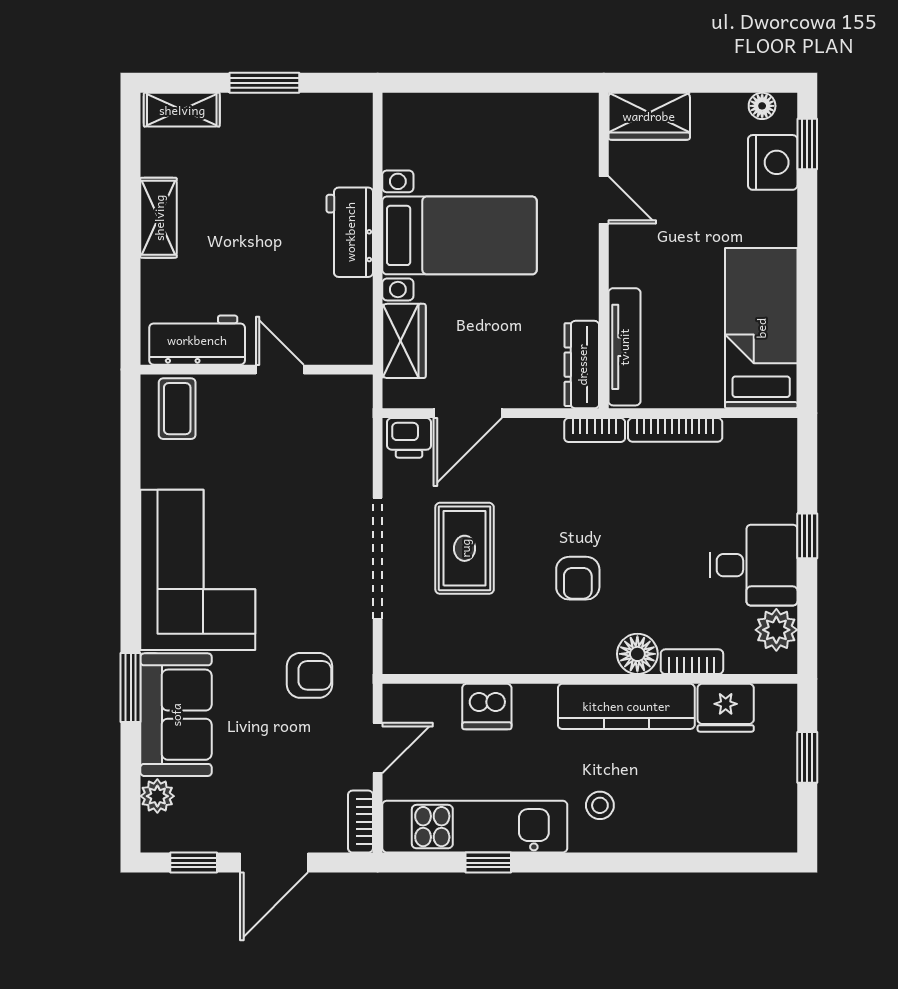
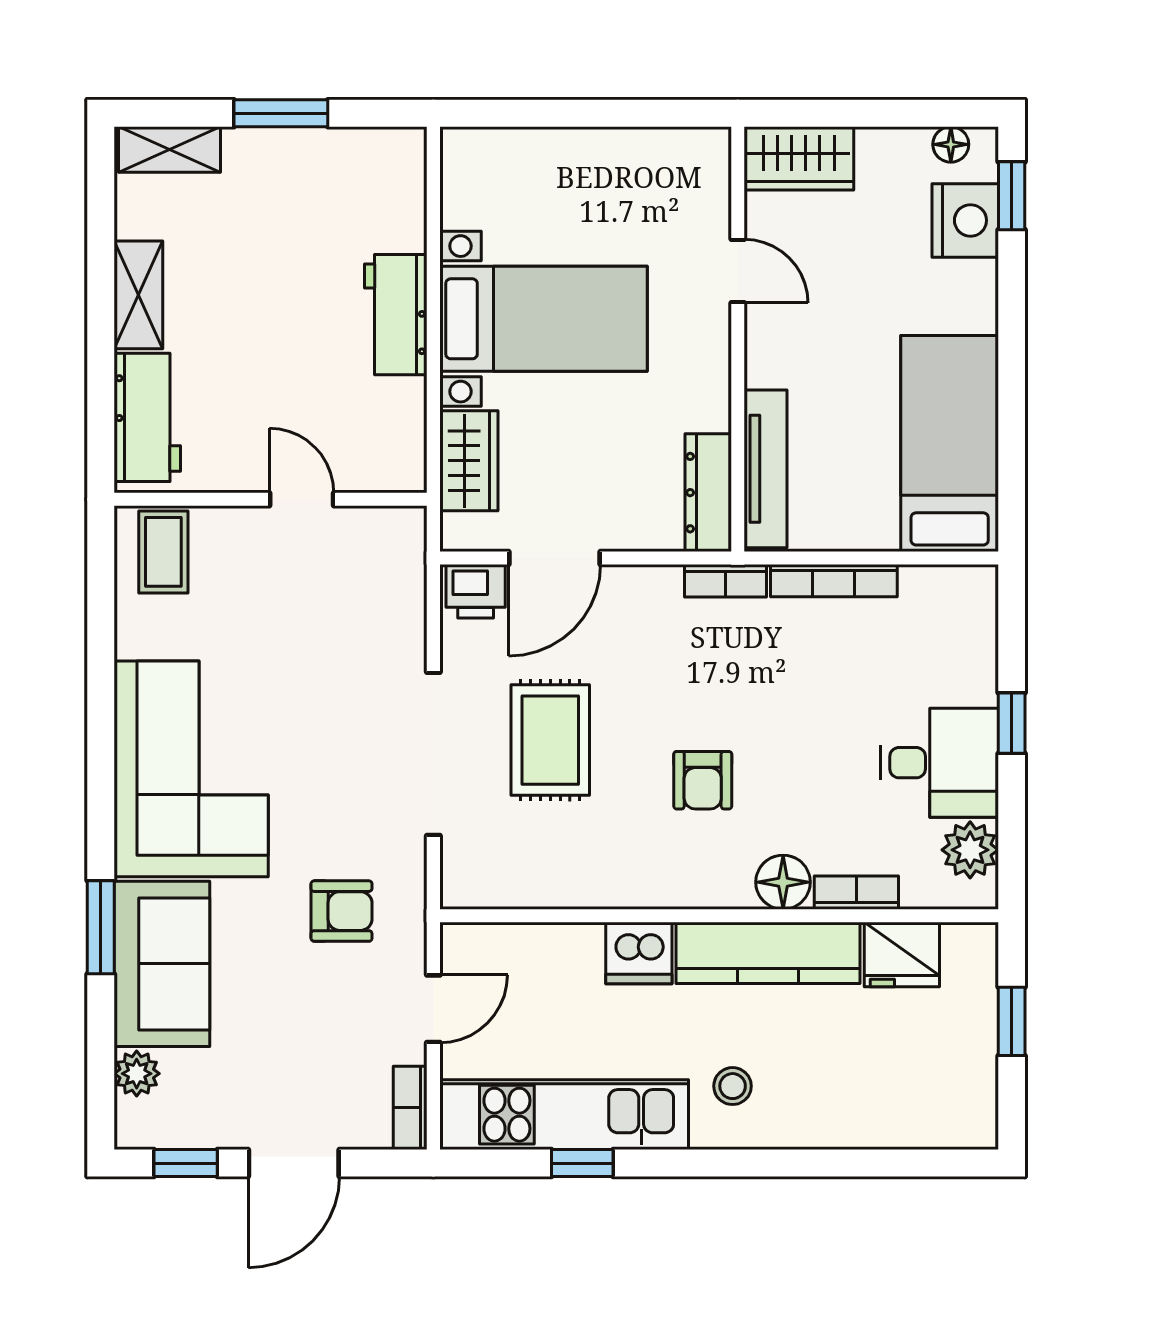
workbench: (197, 340) -> (147, 417), moved, turned 90
dishwasher: (487, 707) -> (639, 953), moved

